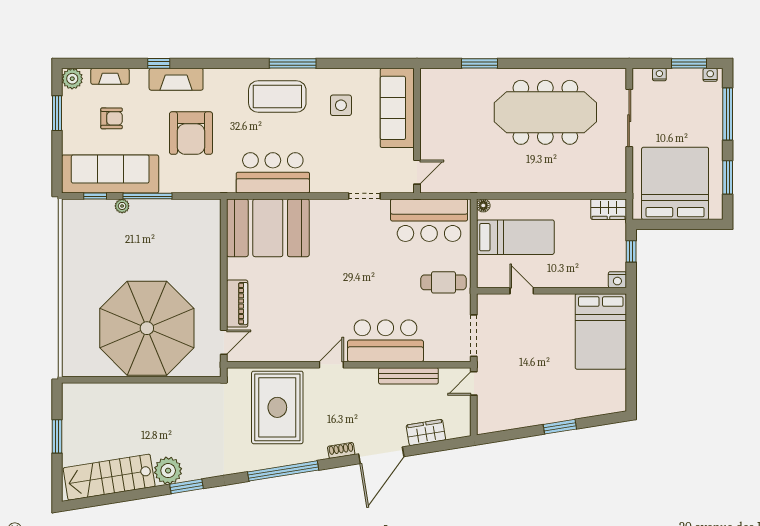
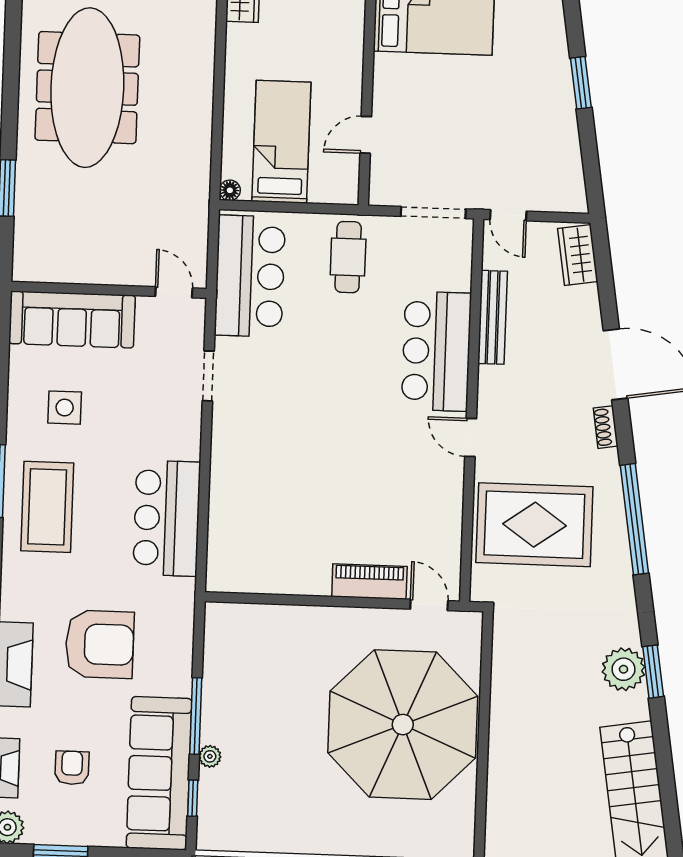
booth: (268, 228) -> (252, 529), removed
wardrobe: (426, 433) -> (578, 255), moved
plant: (168, 471) -> (624, 669), moved

